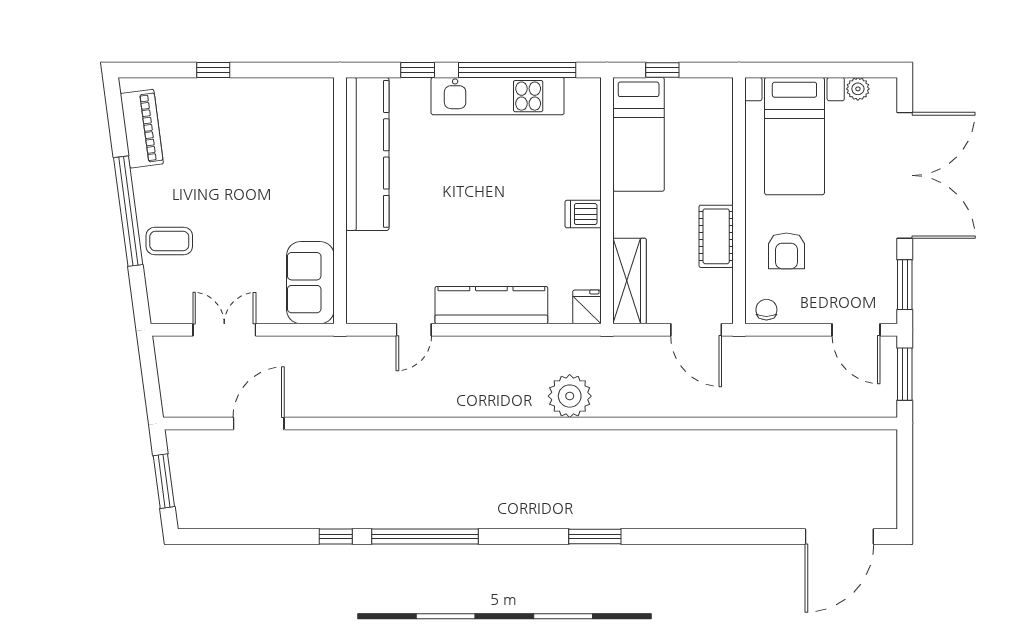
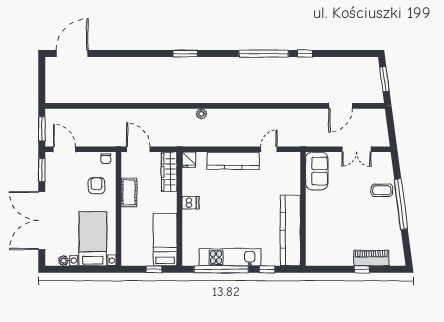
piano: (142, 129) -> (371, 258), moved, turned 98
plant: (570, 396) -> (201, 114), width x0.53, depth x0.53

